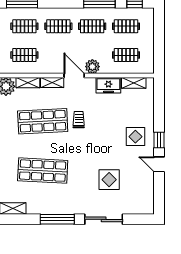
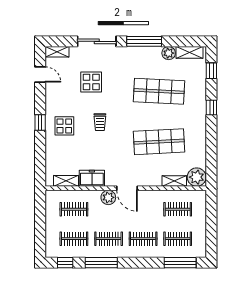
shelving: (52, 83) -> (57, 52), moved
trolley: (79, 120) -> (100, 122), moved
door: (159, 164) -> (40, 74), moved
plant: (33, 208) -> (169, 53), added

